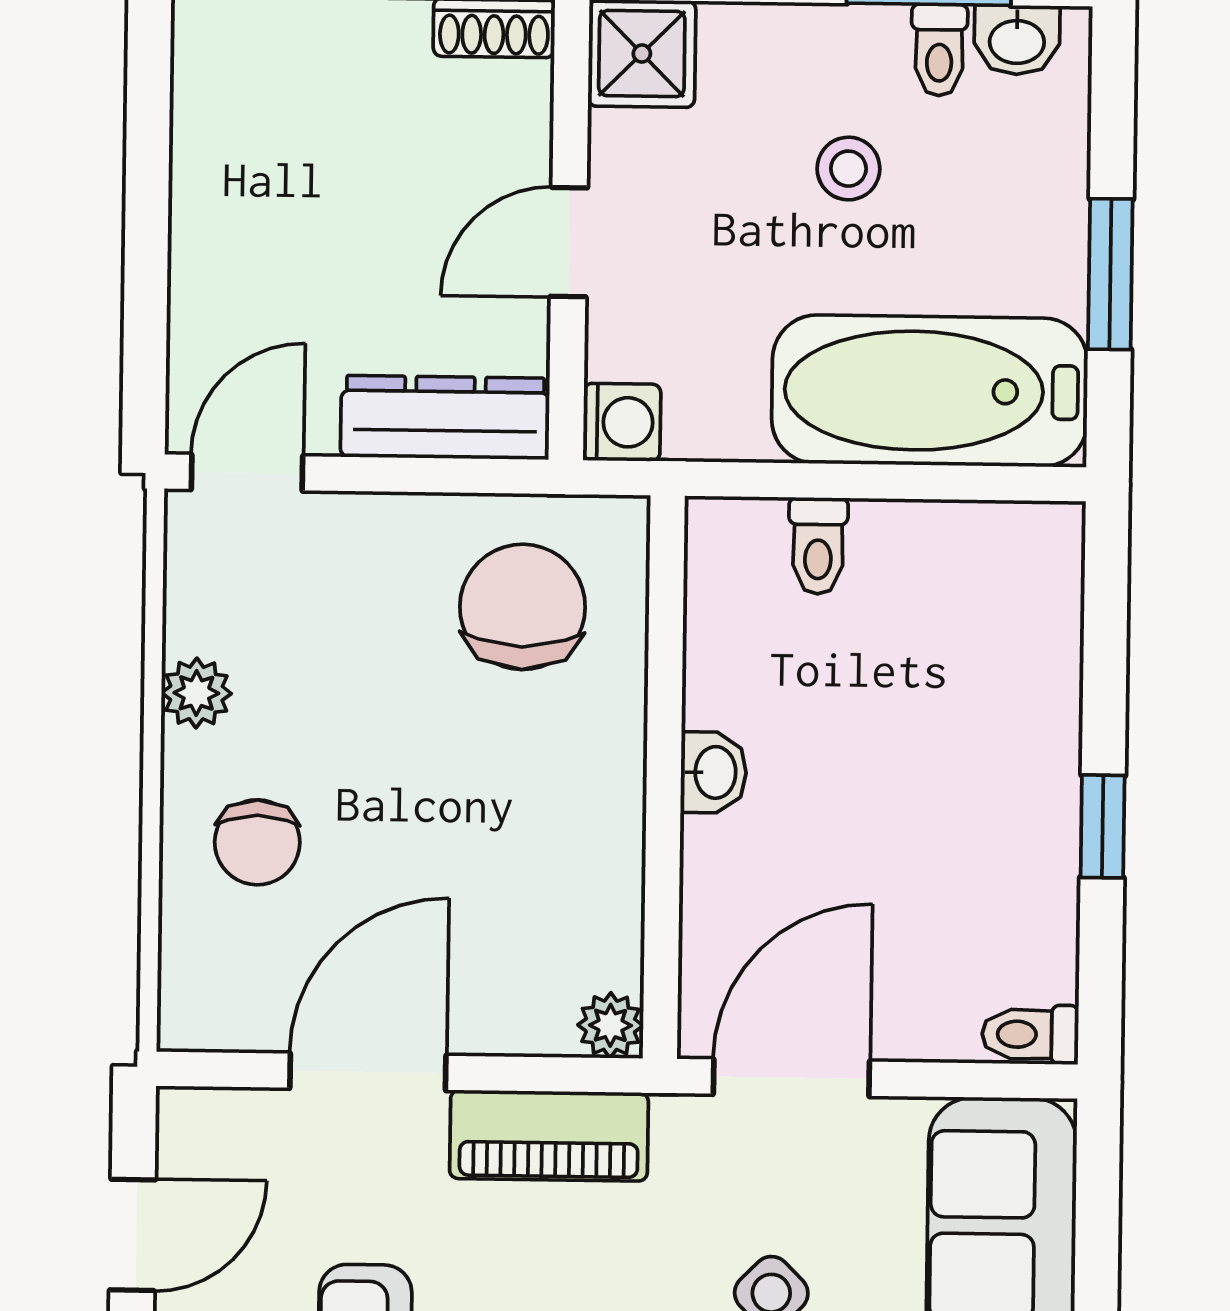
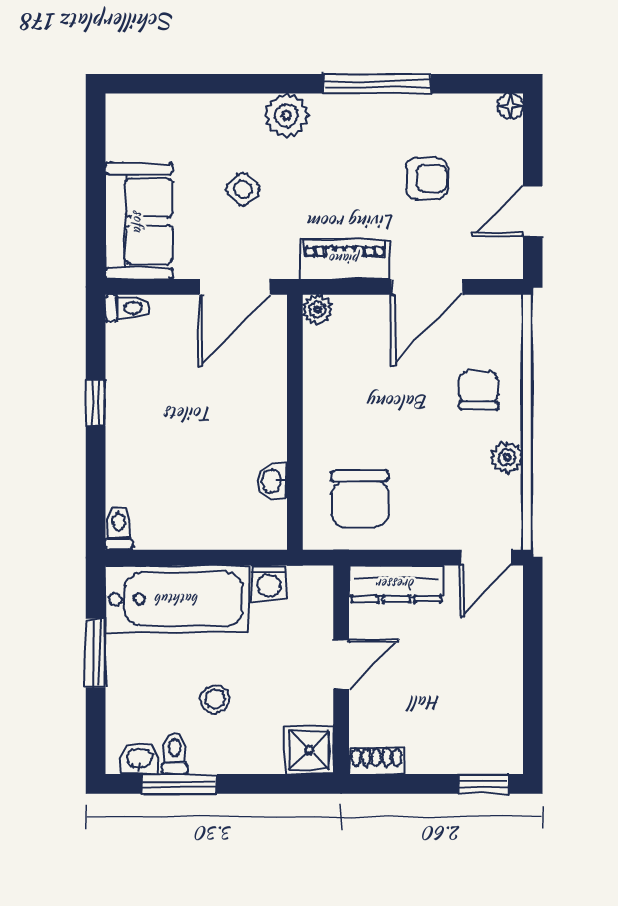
washing machine: (622, 422) -> (269, 583), moved, turned -90
toilet: (818, 546) -> (119, 528), moved
washbasin: (714, 772) -> (272, 481), moved

